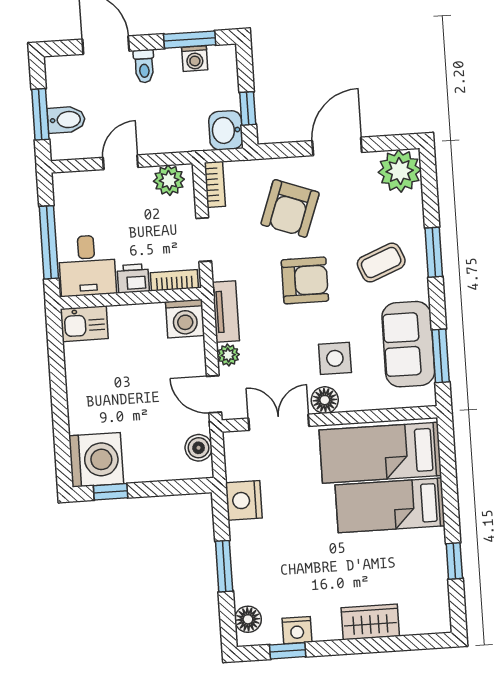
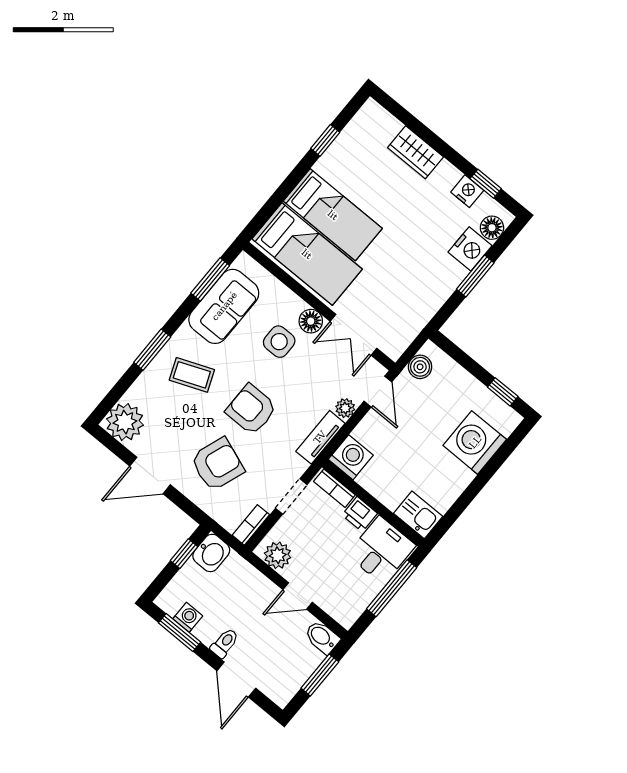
bidet: (66, 120) -> (322, 637), moved
washing machine: (96, 460) -> (475, 442), moved
nightstand: (244, 500) -> (470, 249), moved

